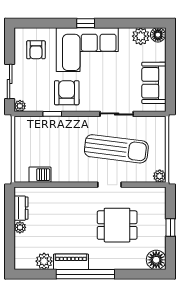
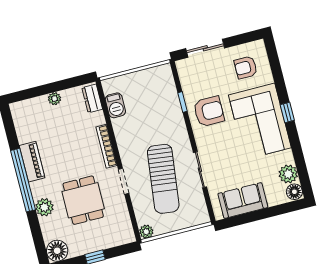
plant: (20, 106) -> (182, 66), removed
bookcase: (74, 192) -> (106, 146), added
dresser: (21, 208) -> (92, 98), moved, turned 90
plant: (44, 261) -> (44, 207), moved

